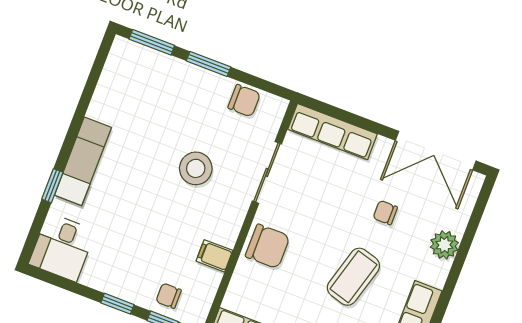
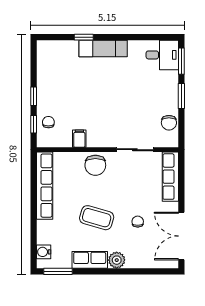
stool: (196, 168) -> (123, 111), removed
plant: (444, 245) -> (117, 260), moved
desk: (62, 247) -> (162, 55), moved, turned 180

